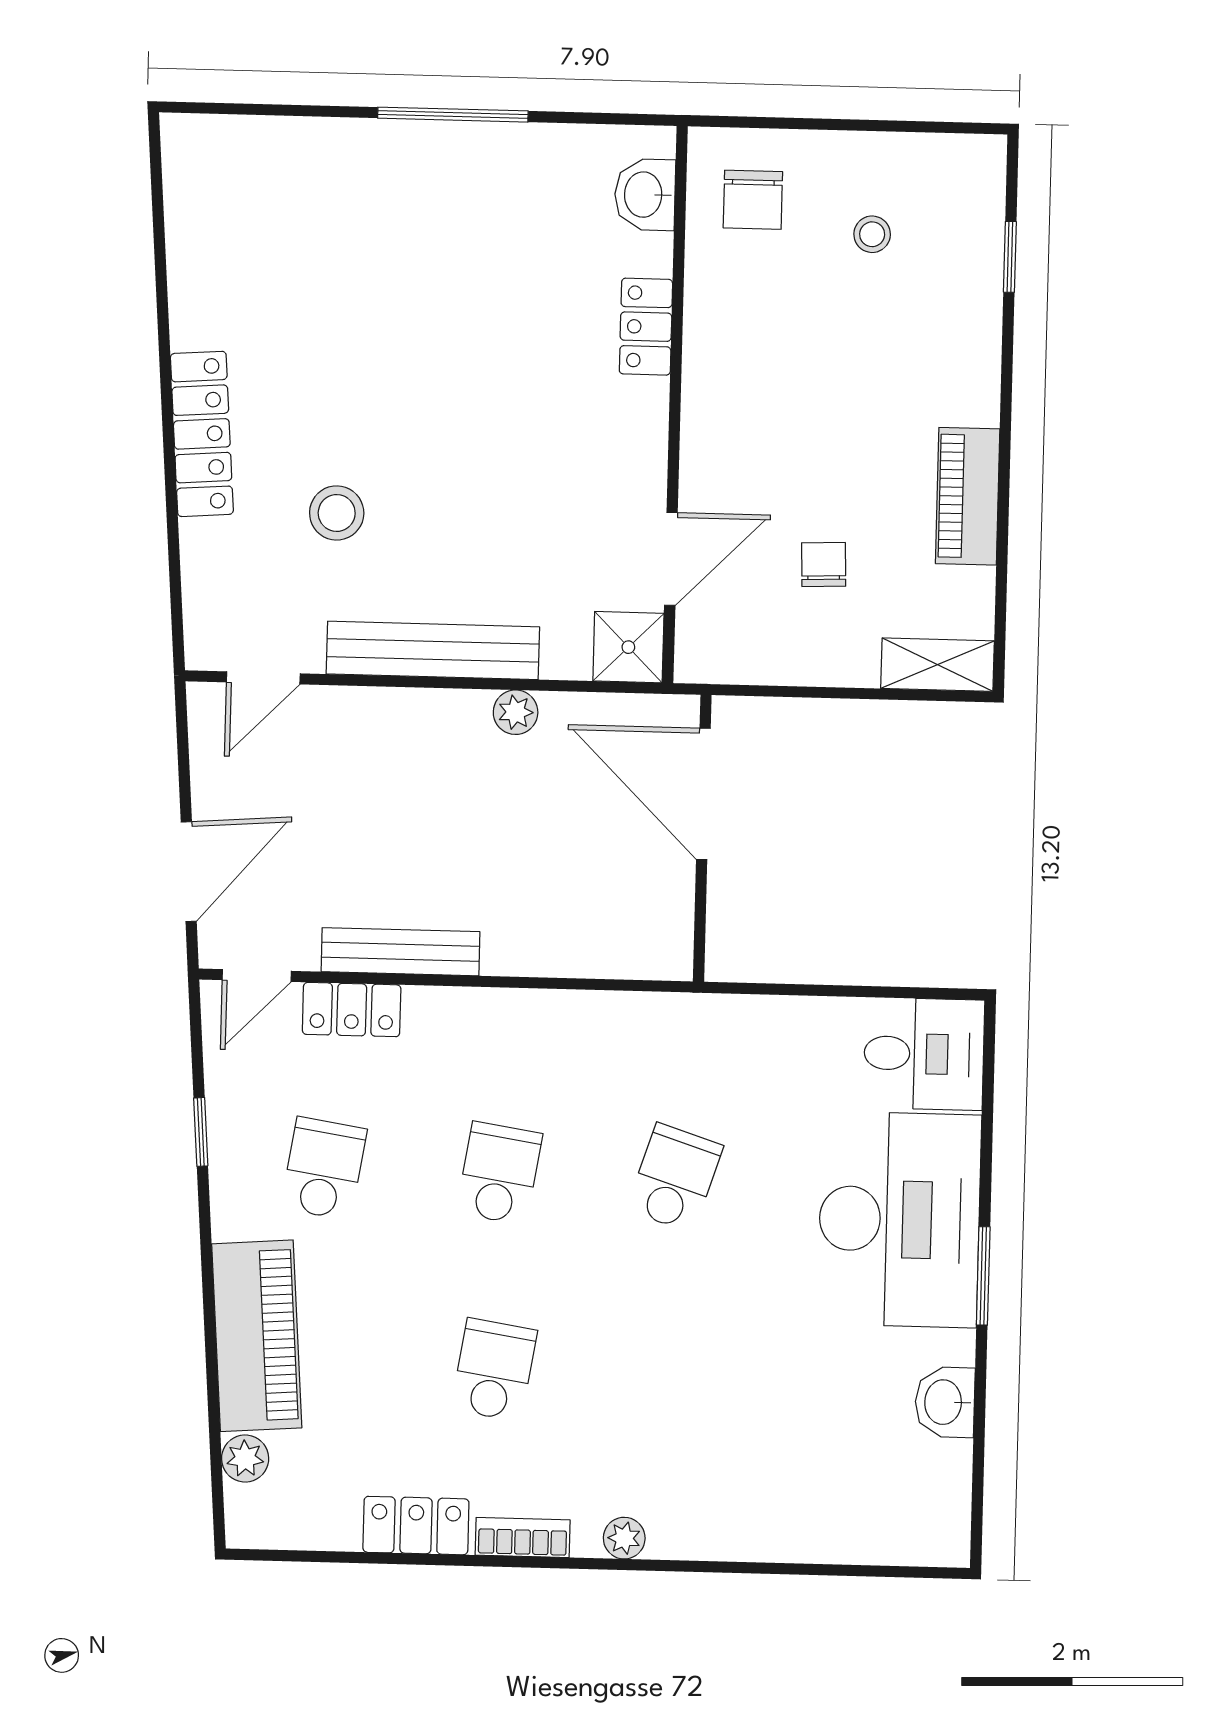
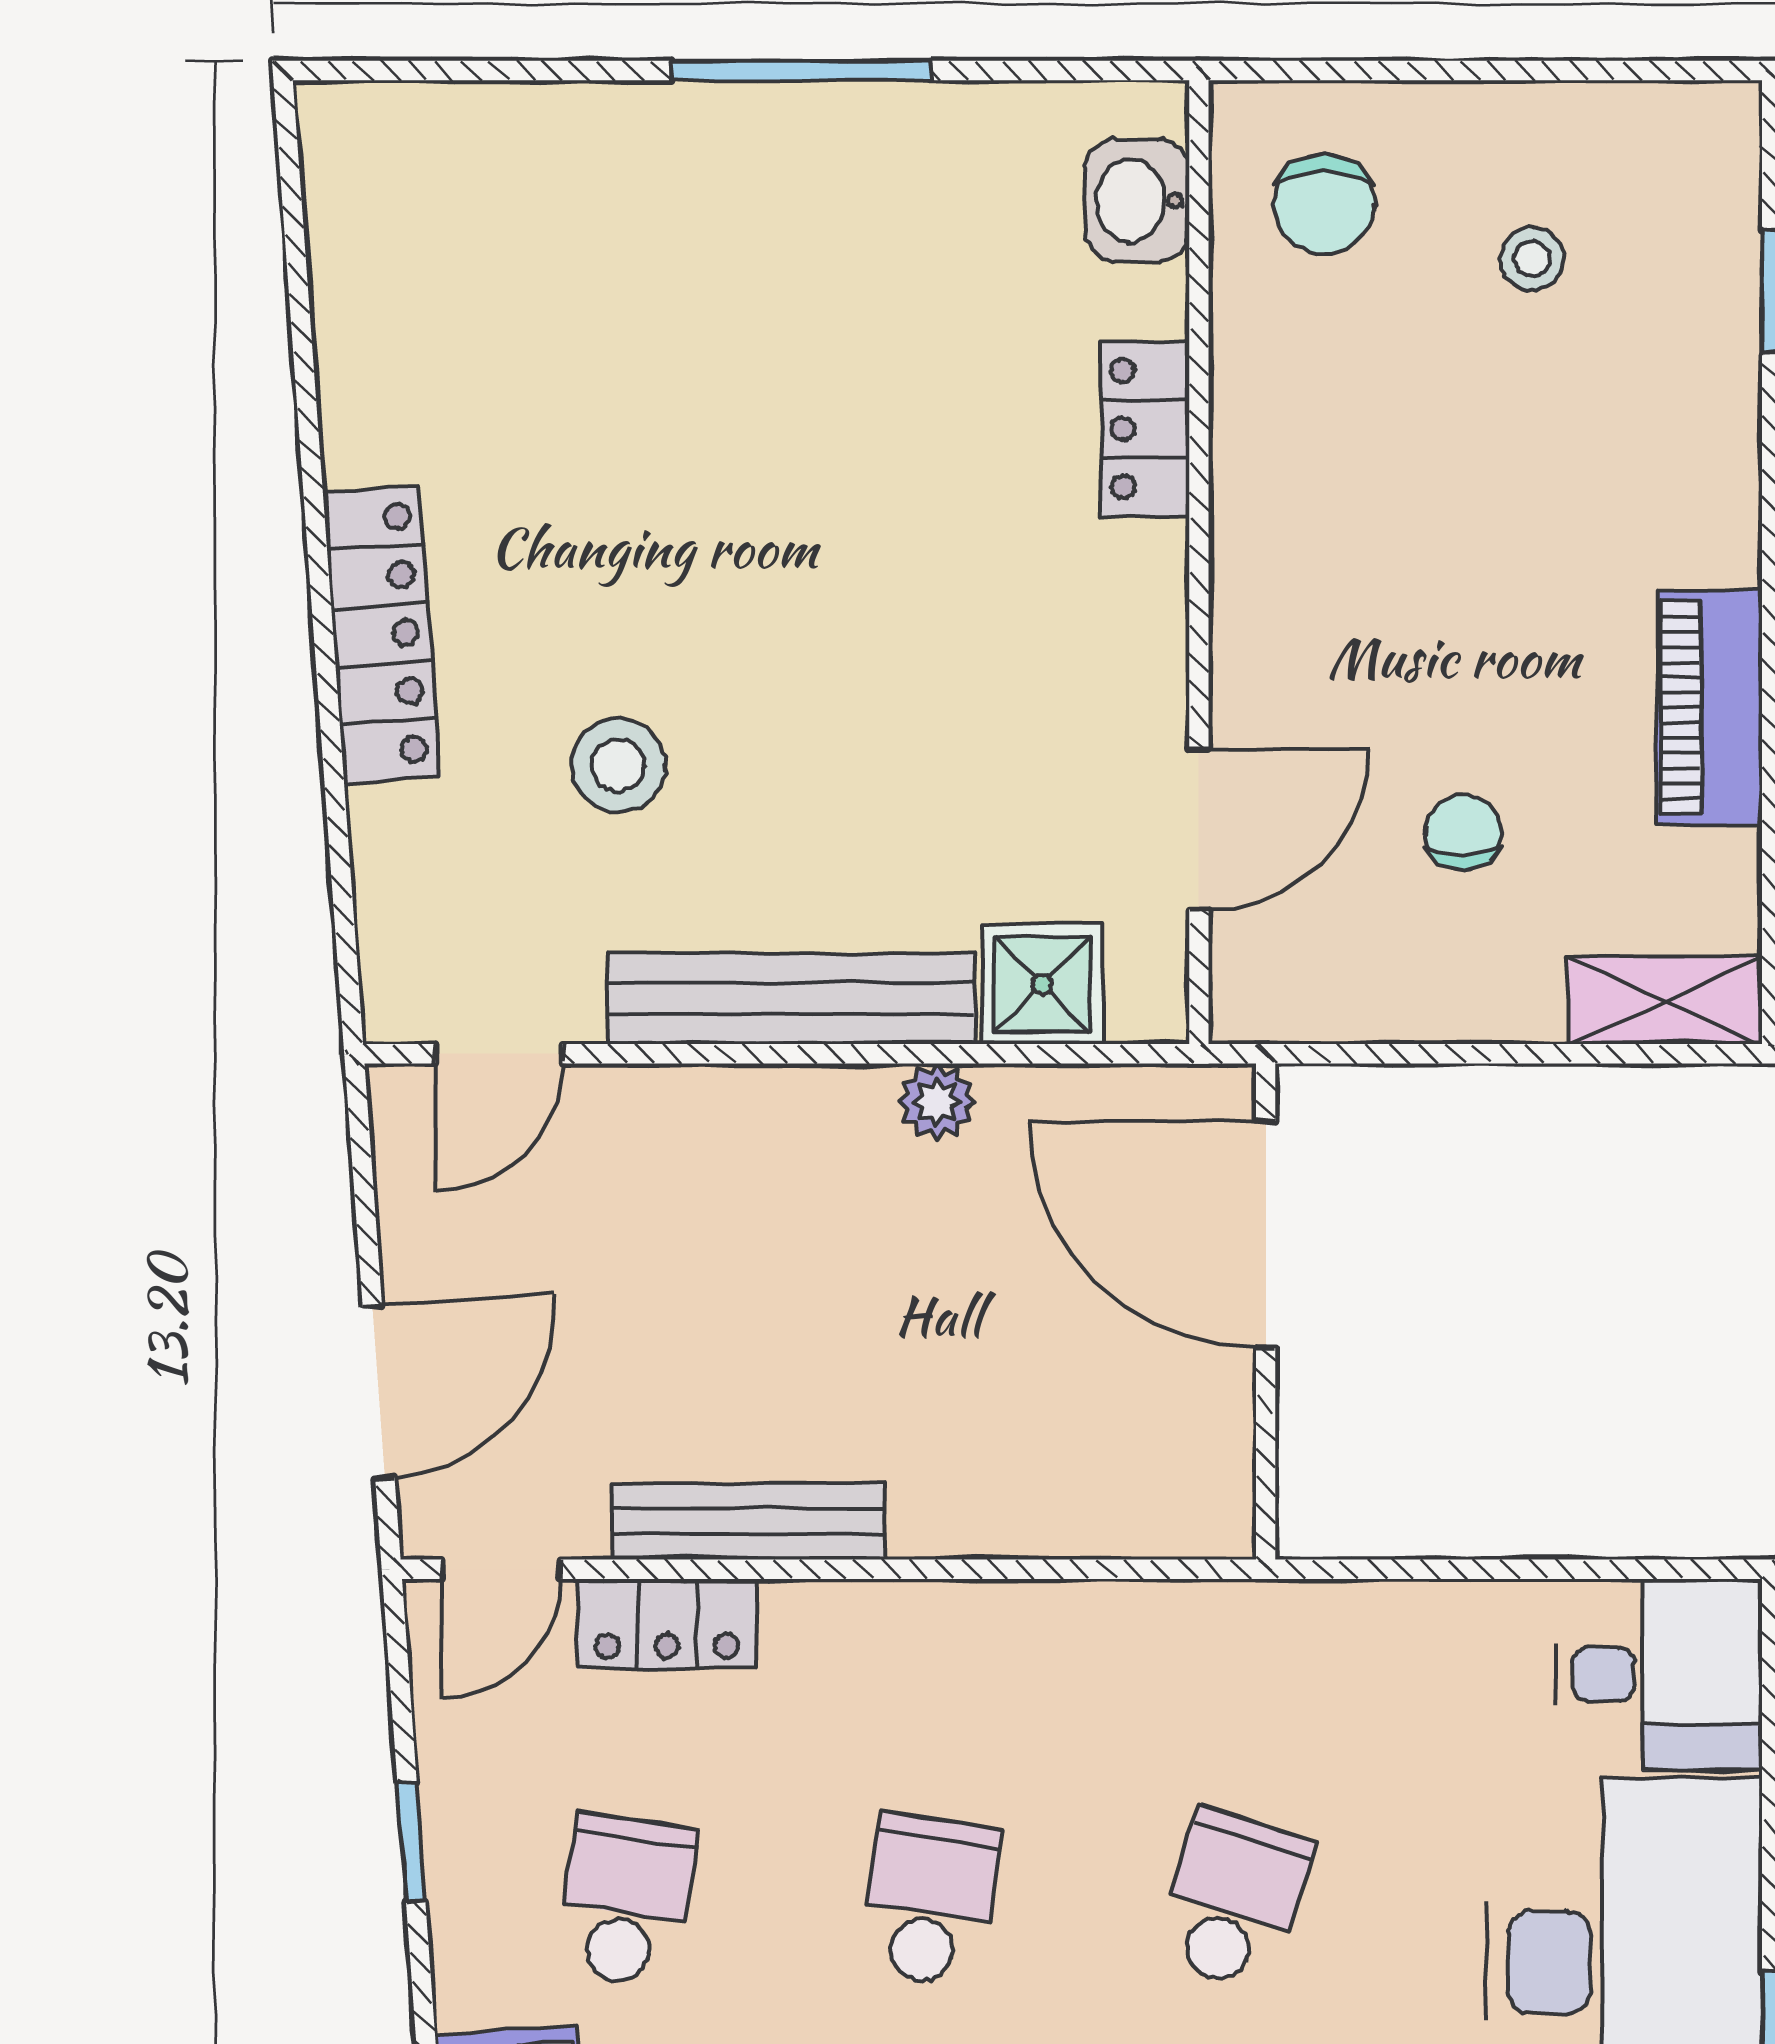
shower: (628, 647) -> (1042, 984), moved

